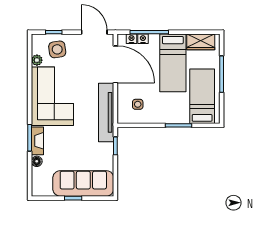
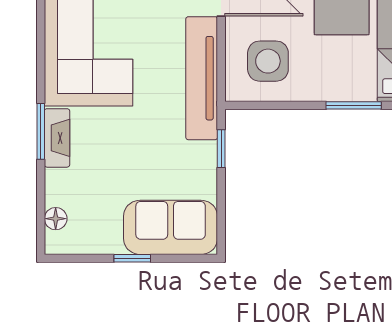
side table: (138, 104) -> (268, 61), width x1.87, depth x1.87
floor lamp: (37, 161) -> (56, 219), moved
sofa: (83, 183) -> (171, 227), width x0.73

